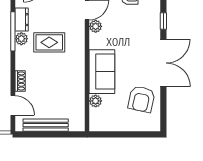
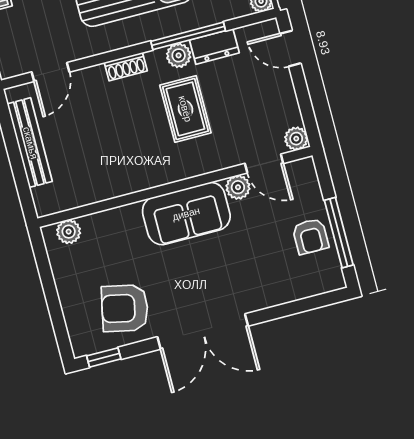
window: (163, 21) -> (104, 357), moved
sofa: (102, 72) -> (186, 214), moved
shoe rack: (20, 81) -> (126, 67), moved
plant: (96, 101) -> (69, 232), moved

